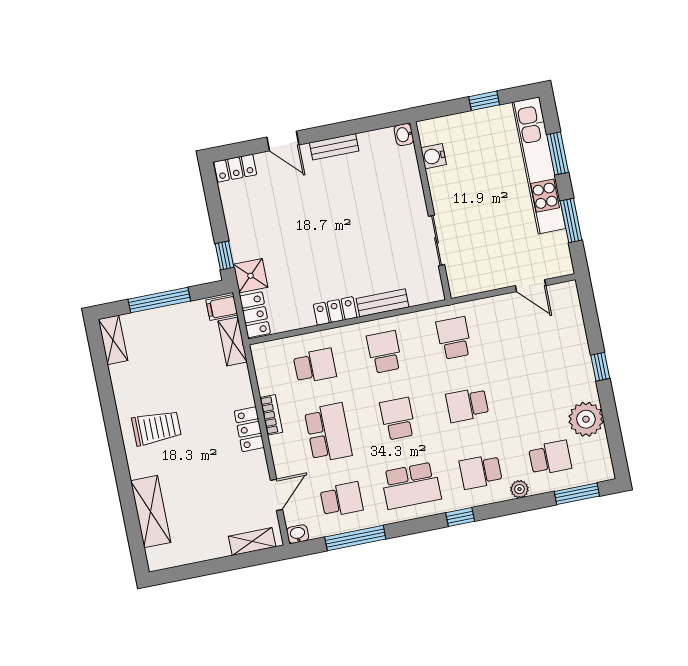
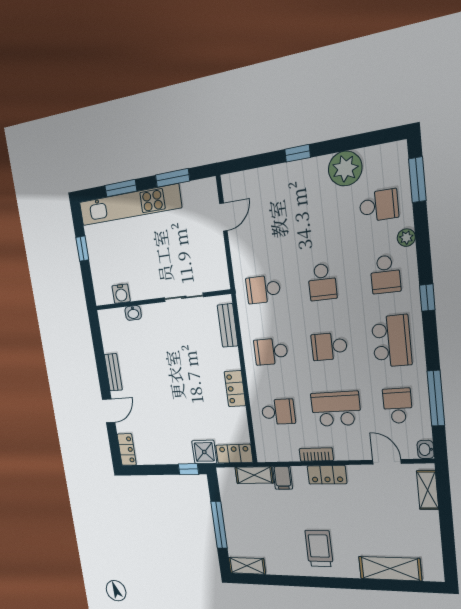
washbasin: (404, 135) -> (133, 313), moved
bench: (382, 303) -> (228, 325), moved
filing cabinet: (222, 308) -> (283, 478), moved
school desk: (315, 366) -> (278, 412), turned 90
school desk: (550, 458) -> (379, 206), turned 90

